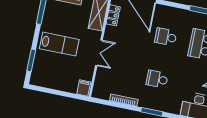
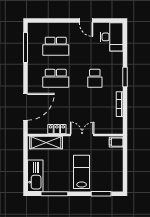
locker: (113, 15) -> (57, 129), moved
school desk: (166, 37) -> (56, 78), width x1.85

